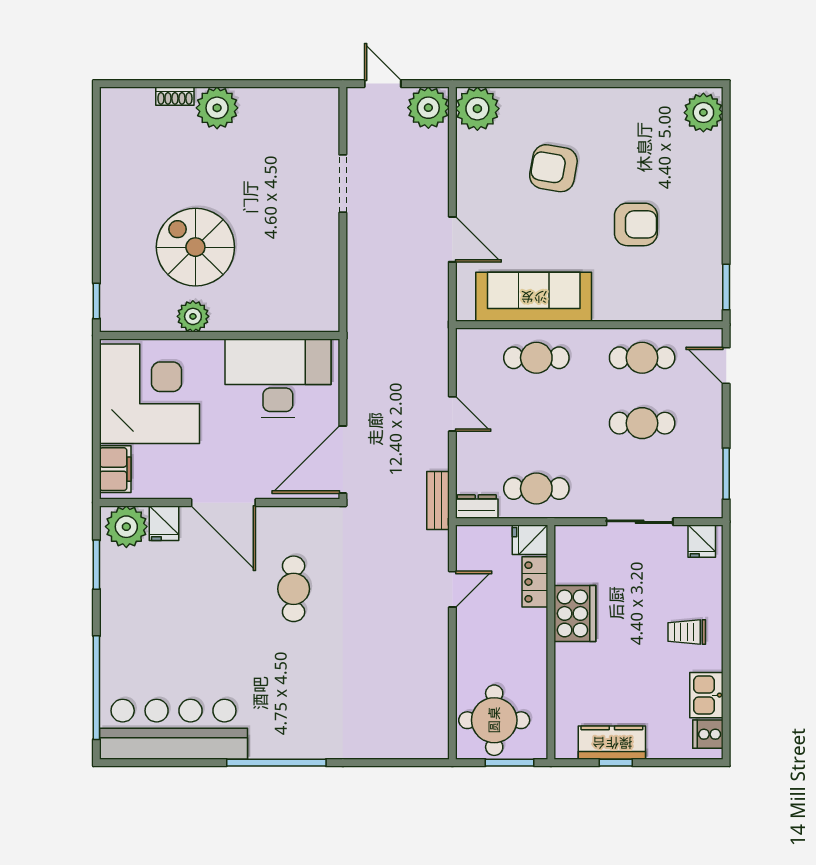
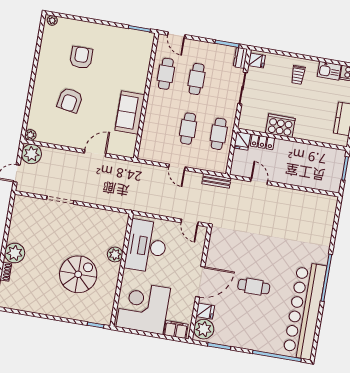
plant: (477, 109) -> (30, 135), width x0.53, depth x0.53
plant: (703, 113) -> (52, 20), width x0.53, depth x0.53
armchair: (636, 224) -> (81, 58), moved
spiral stairs: (195, 247) -> (78, 274), turned 180
sofa: (534, 297) -> (130, 113), width x0.73
plant: (193, 316) -> (115, 255), moved
cafe table: (536, 358) -> (188, 129), moved
door: (726, 366) -> (176, 35), hinge flipped
door: (452, 414) -> (177, 167), swing flipped
door: (343, 460) -> (190, 222), width x0.53
dresser: (477, 507) -> (240, 58), moved
cafe table: (294, 589) -> (254, 287), moved
round table: (494, 720) -> (324, 172), removed
bar counter: (174, 729) -> (305, 311), width x1.36

